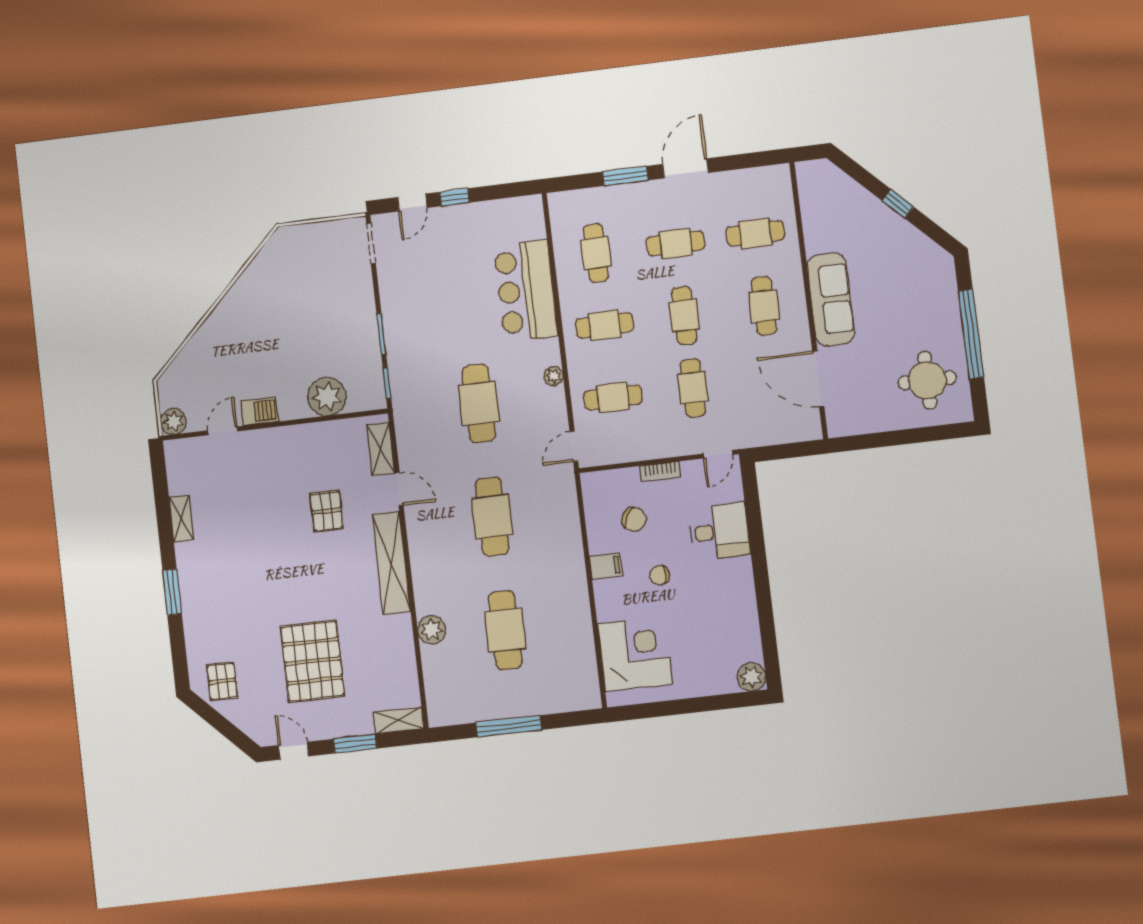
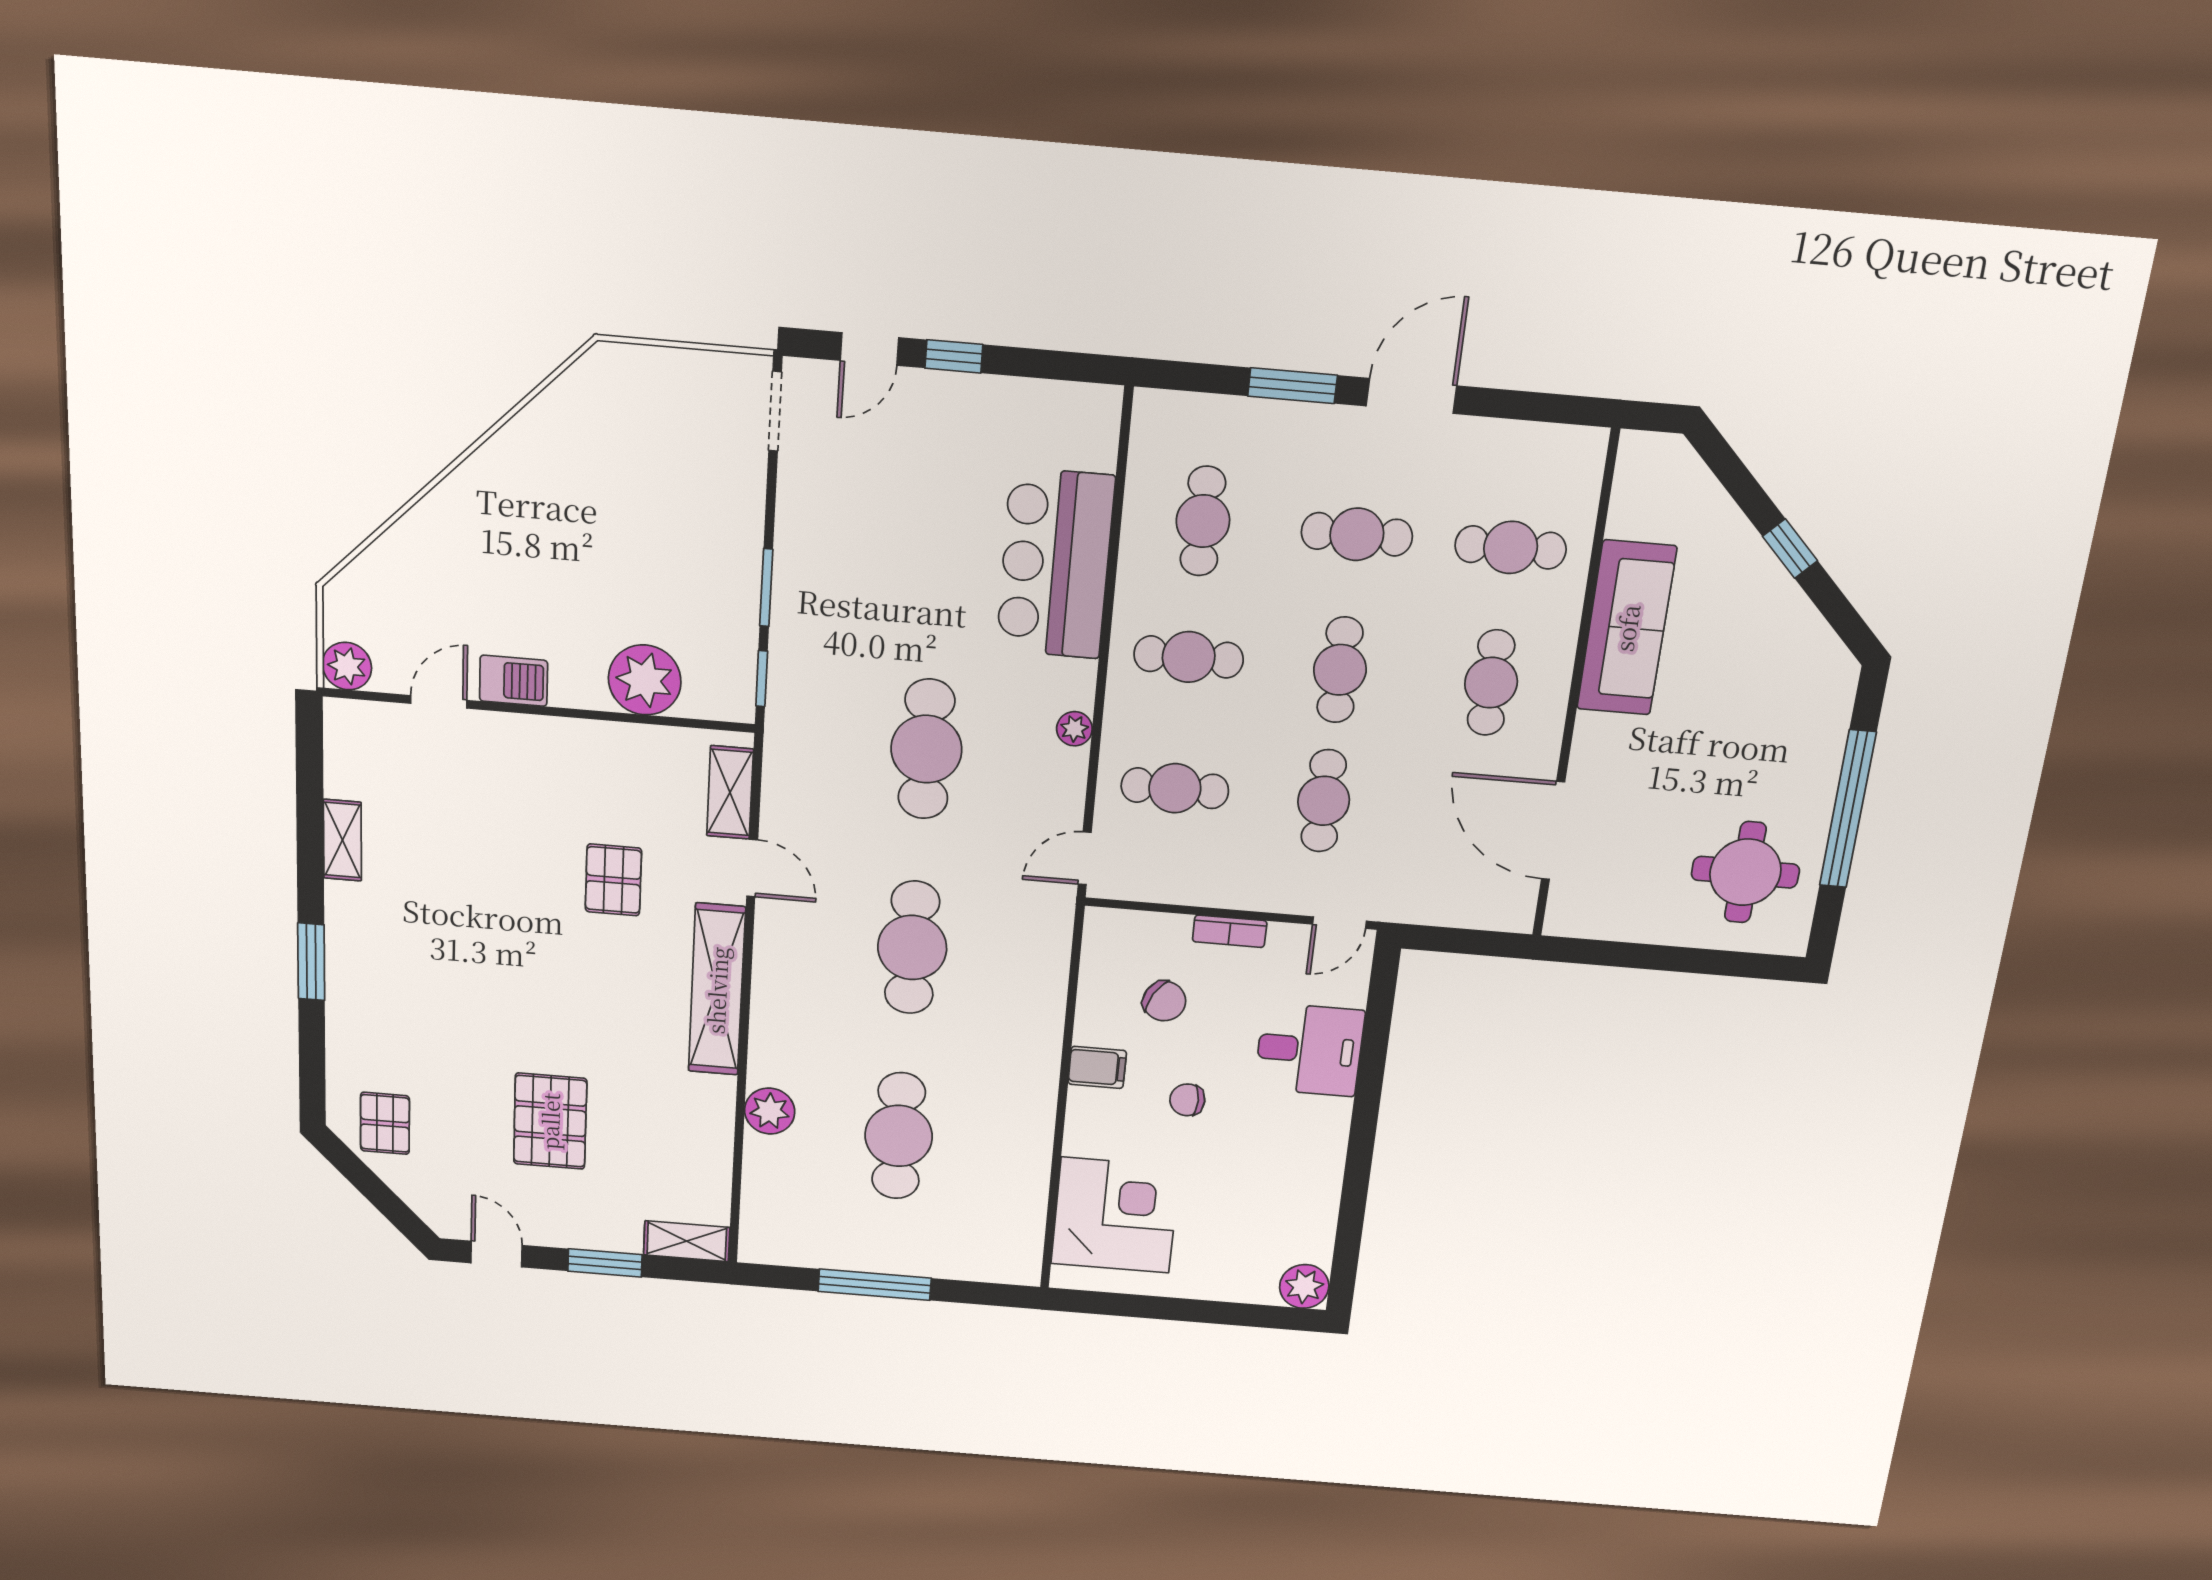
sofa: (831, 299) -> (1627, 628), moved
pallet: (312, 661) -> (550, 1121), width x0.73, depth x0.71

